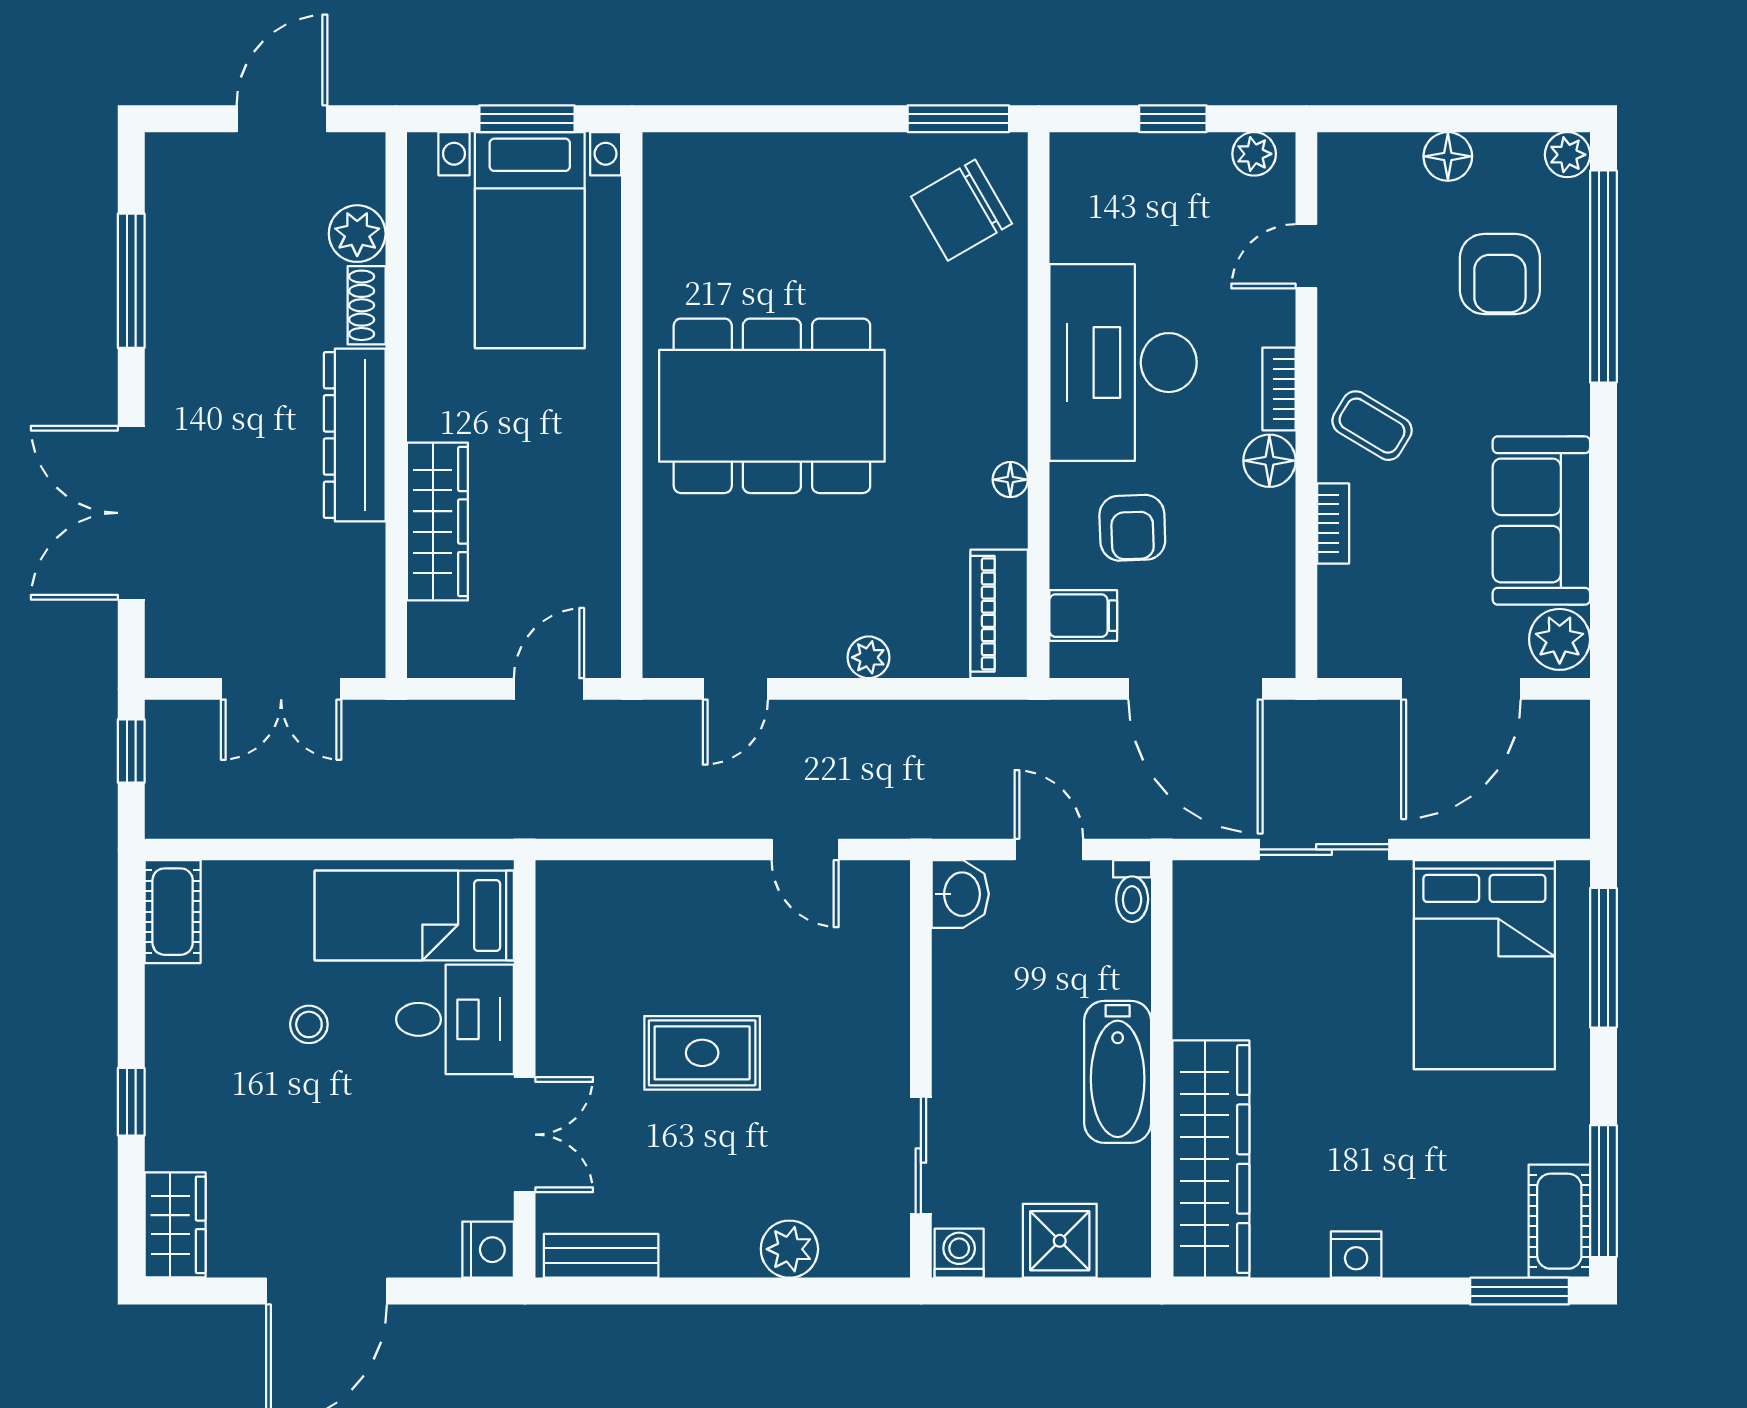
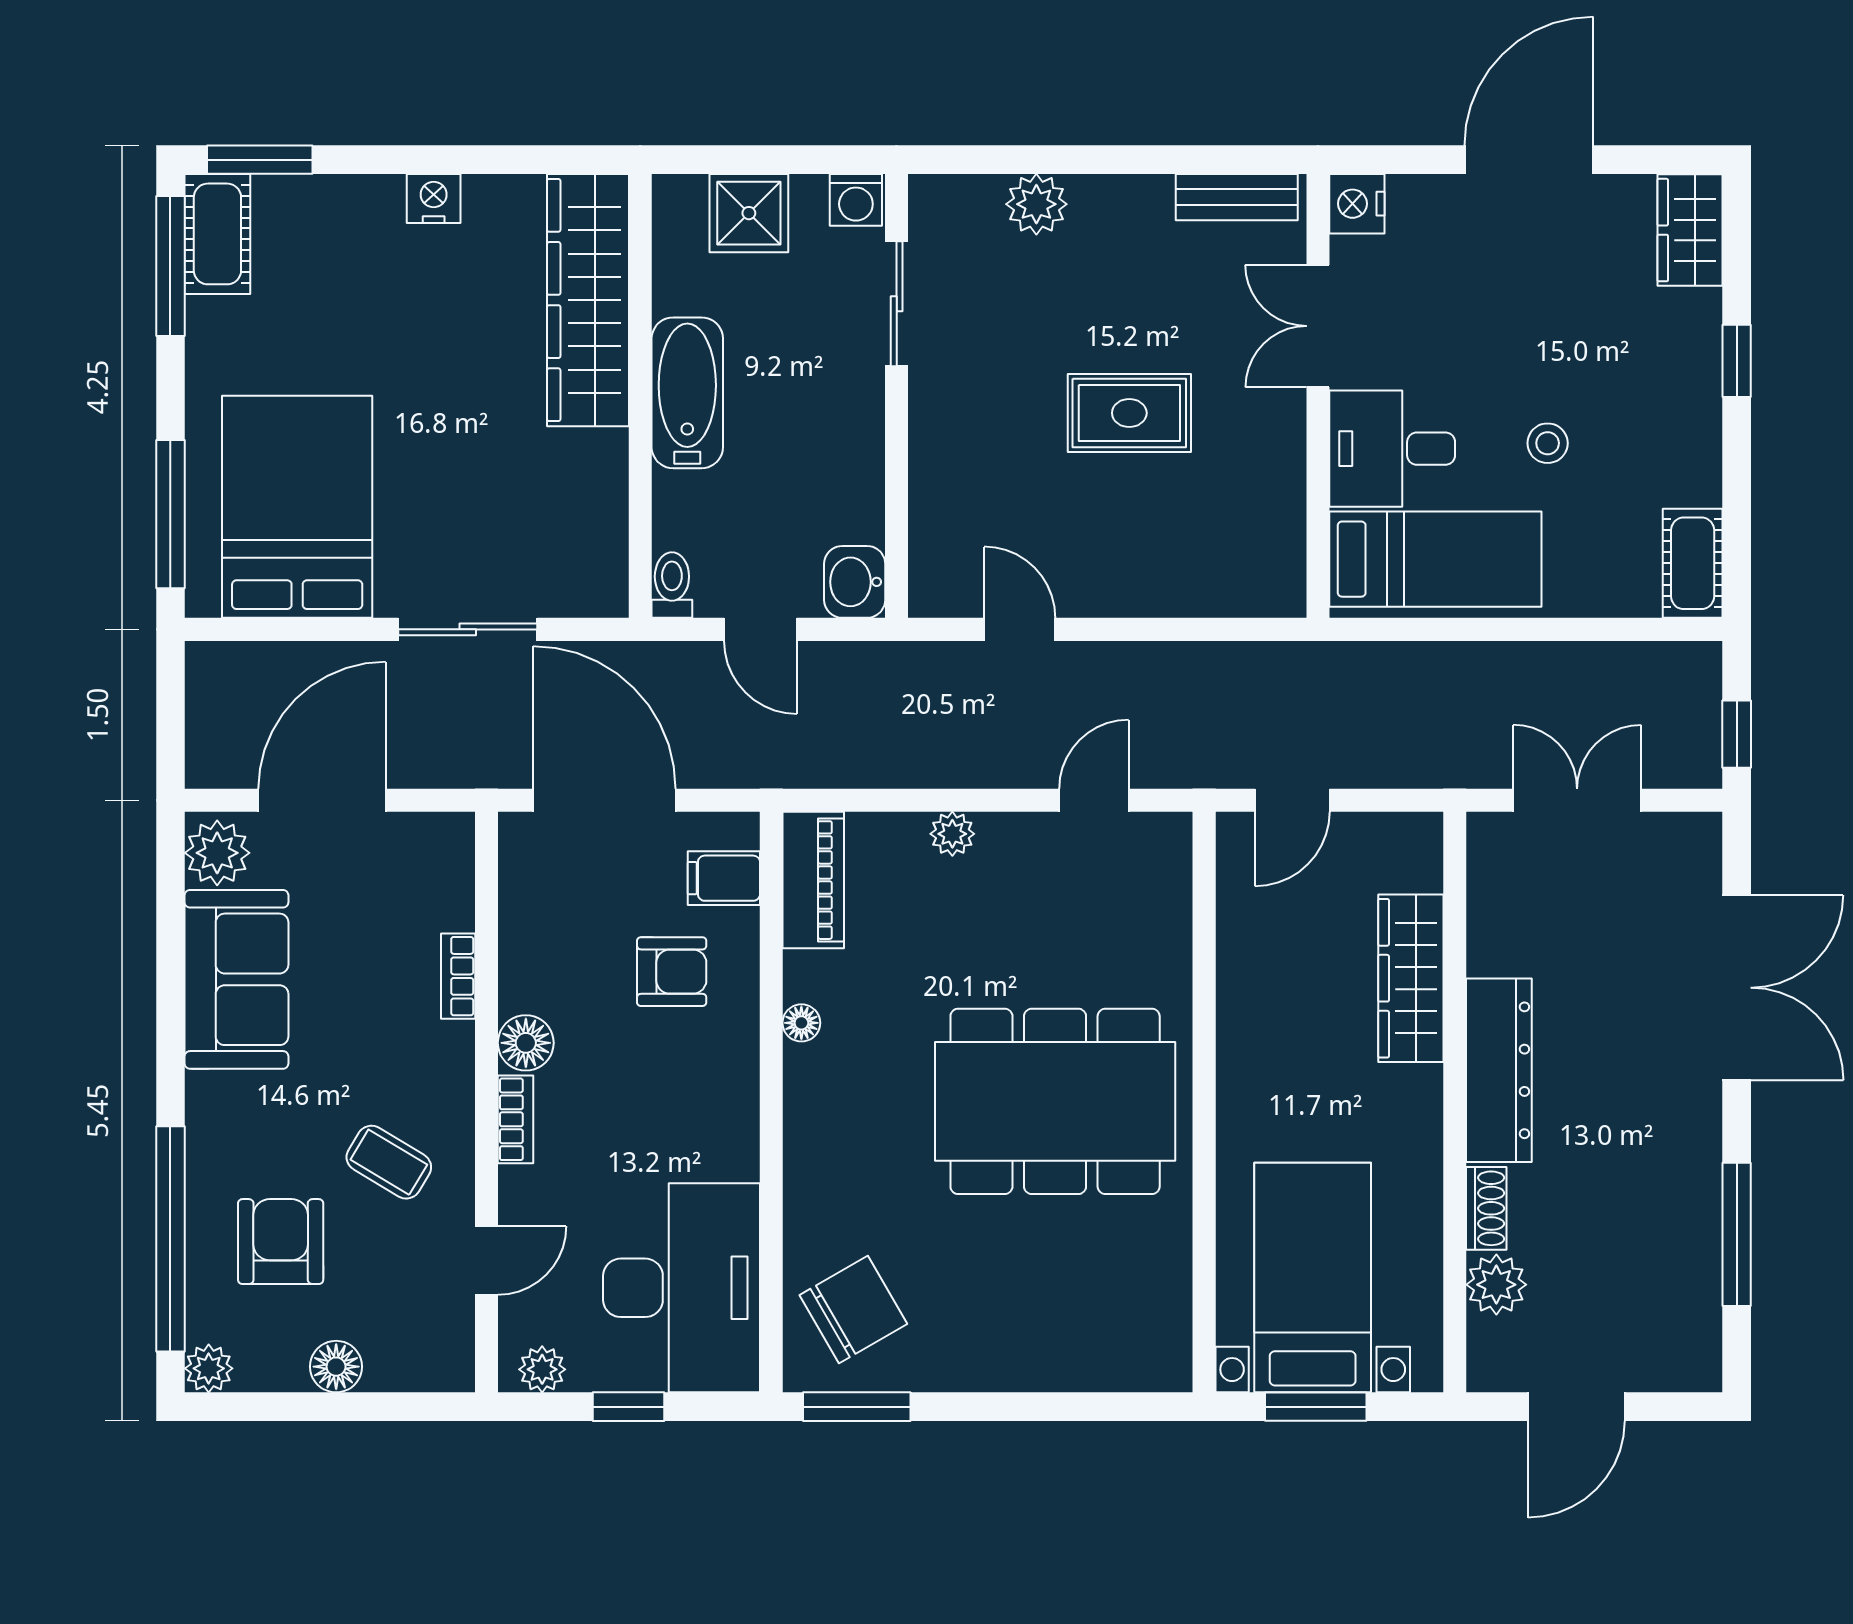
desk: (1123, 363) -> (682, 1288), moved
coffee table: (1372, 426) -> (389, 1162), moved
armchair: (1132, 528) -> (672, 972), turned 92

